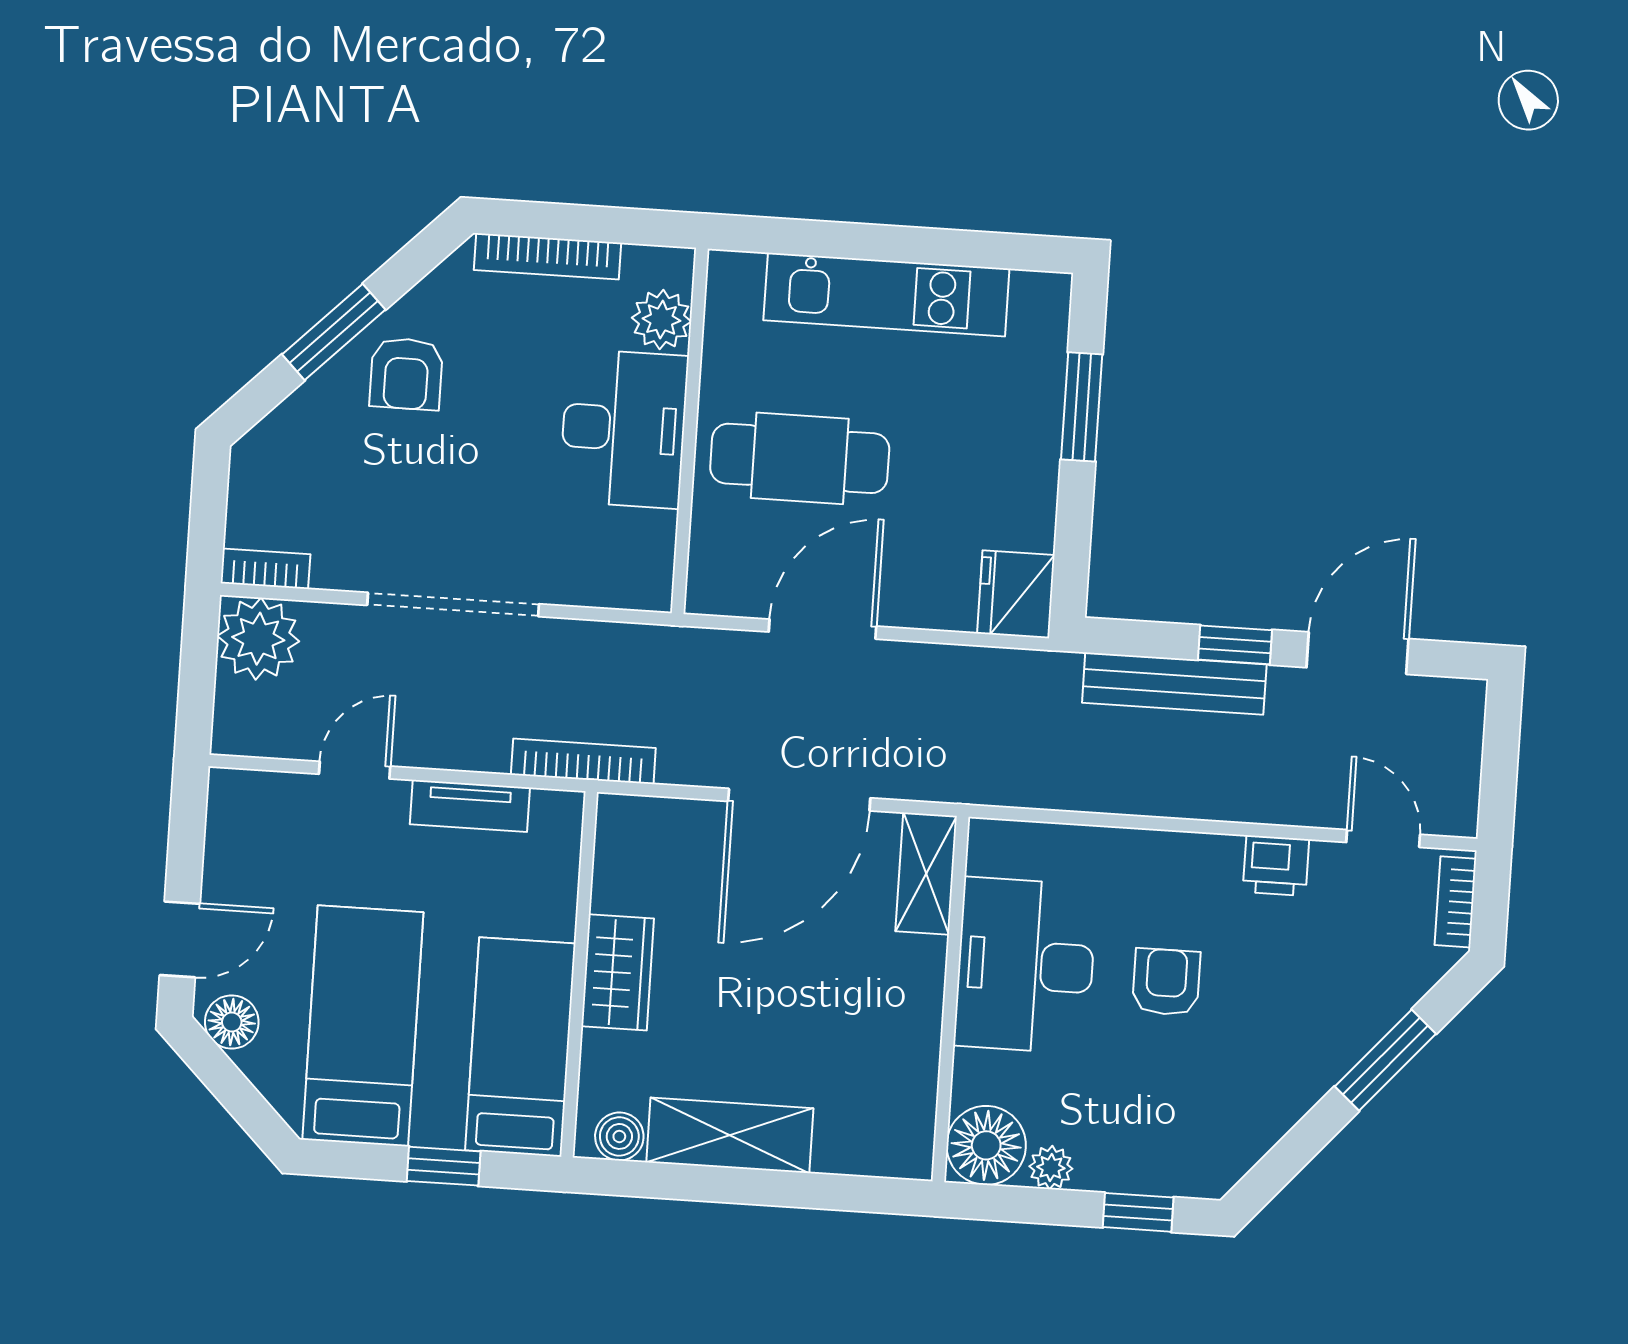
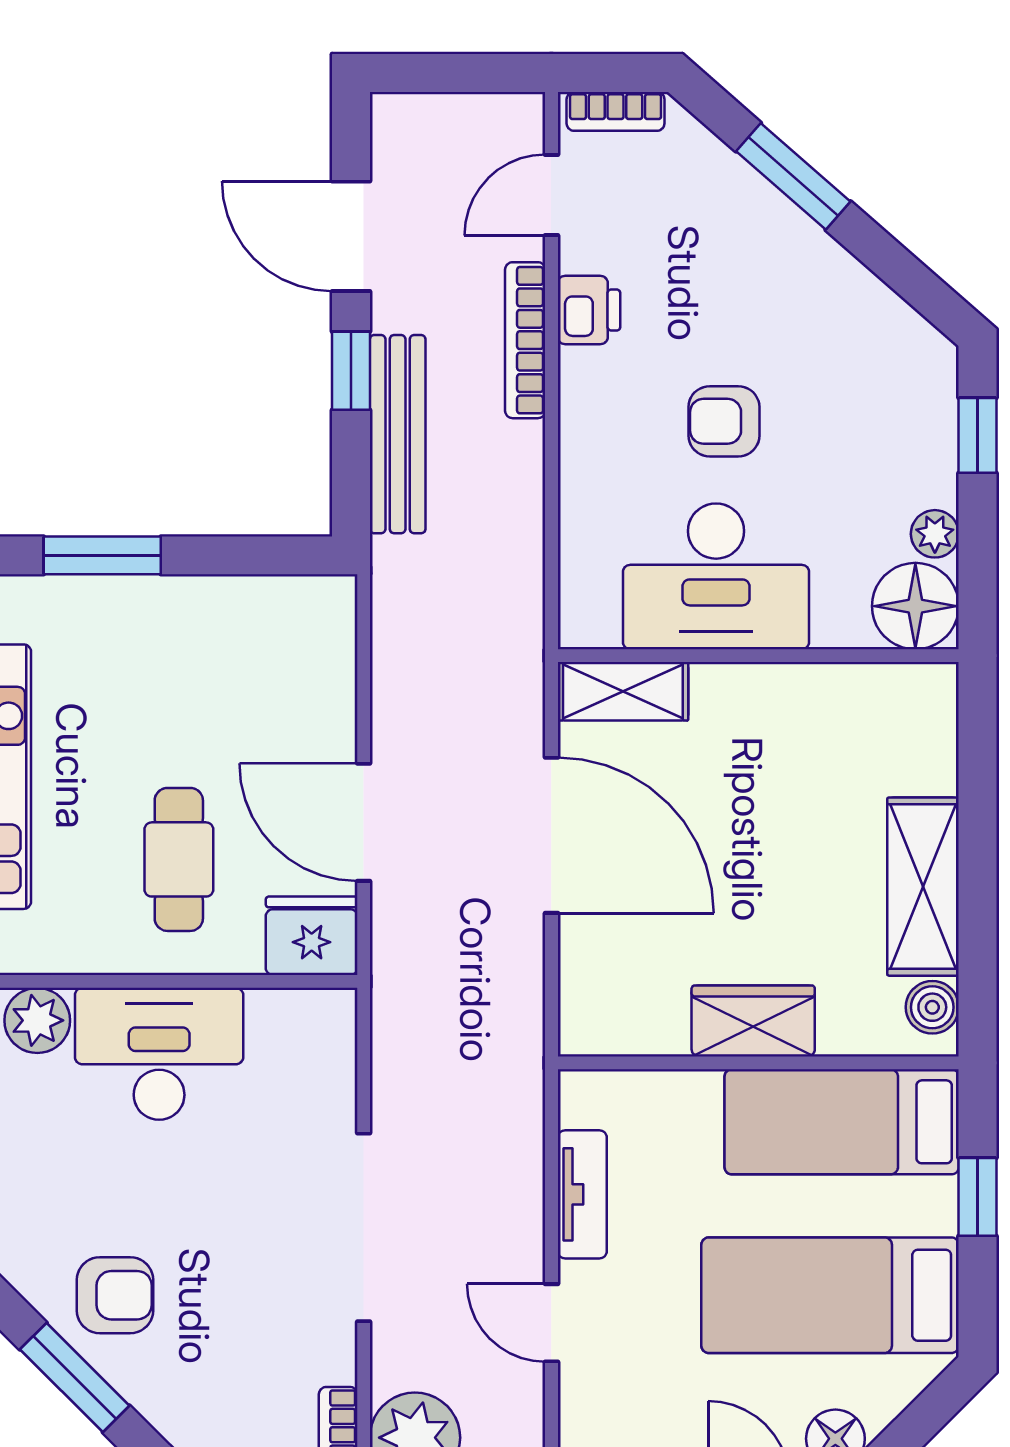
cafe table: (800, 458) -> (179, 859), width x0.73, depth x0.74
fridge: (1016, 594) -> (312, 936), moved, turned 180
bookcase: (583, 761) -> (525, 340), moved

